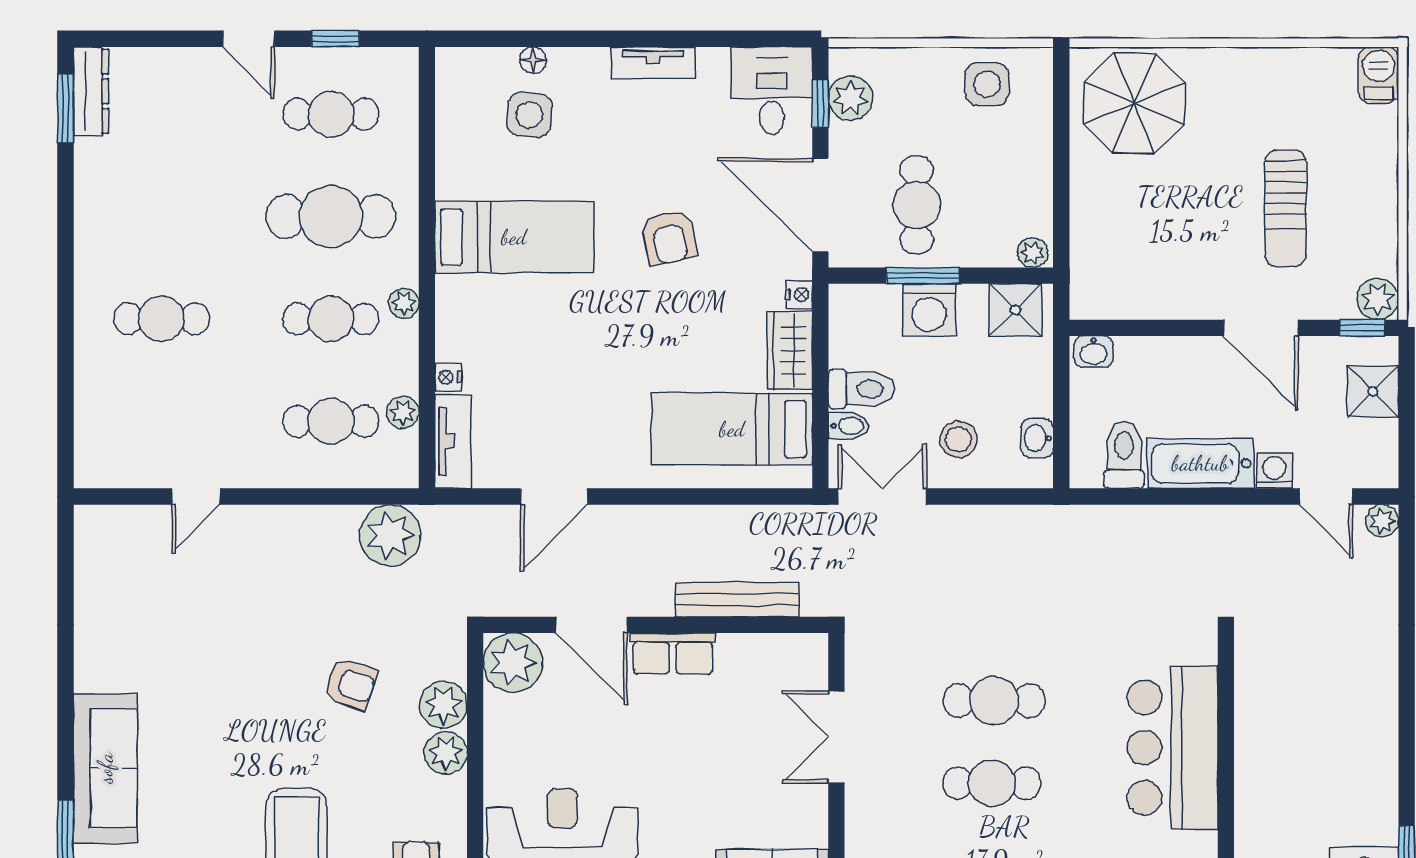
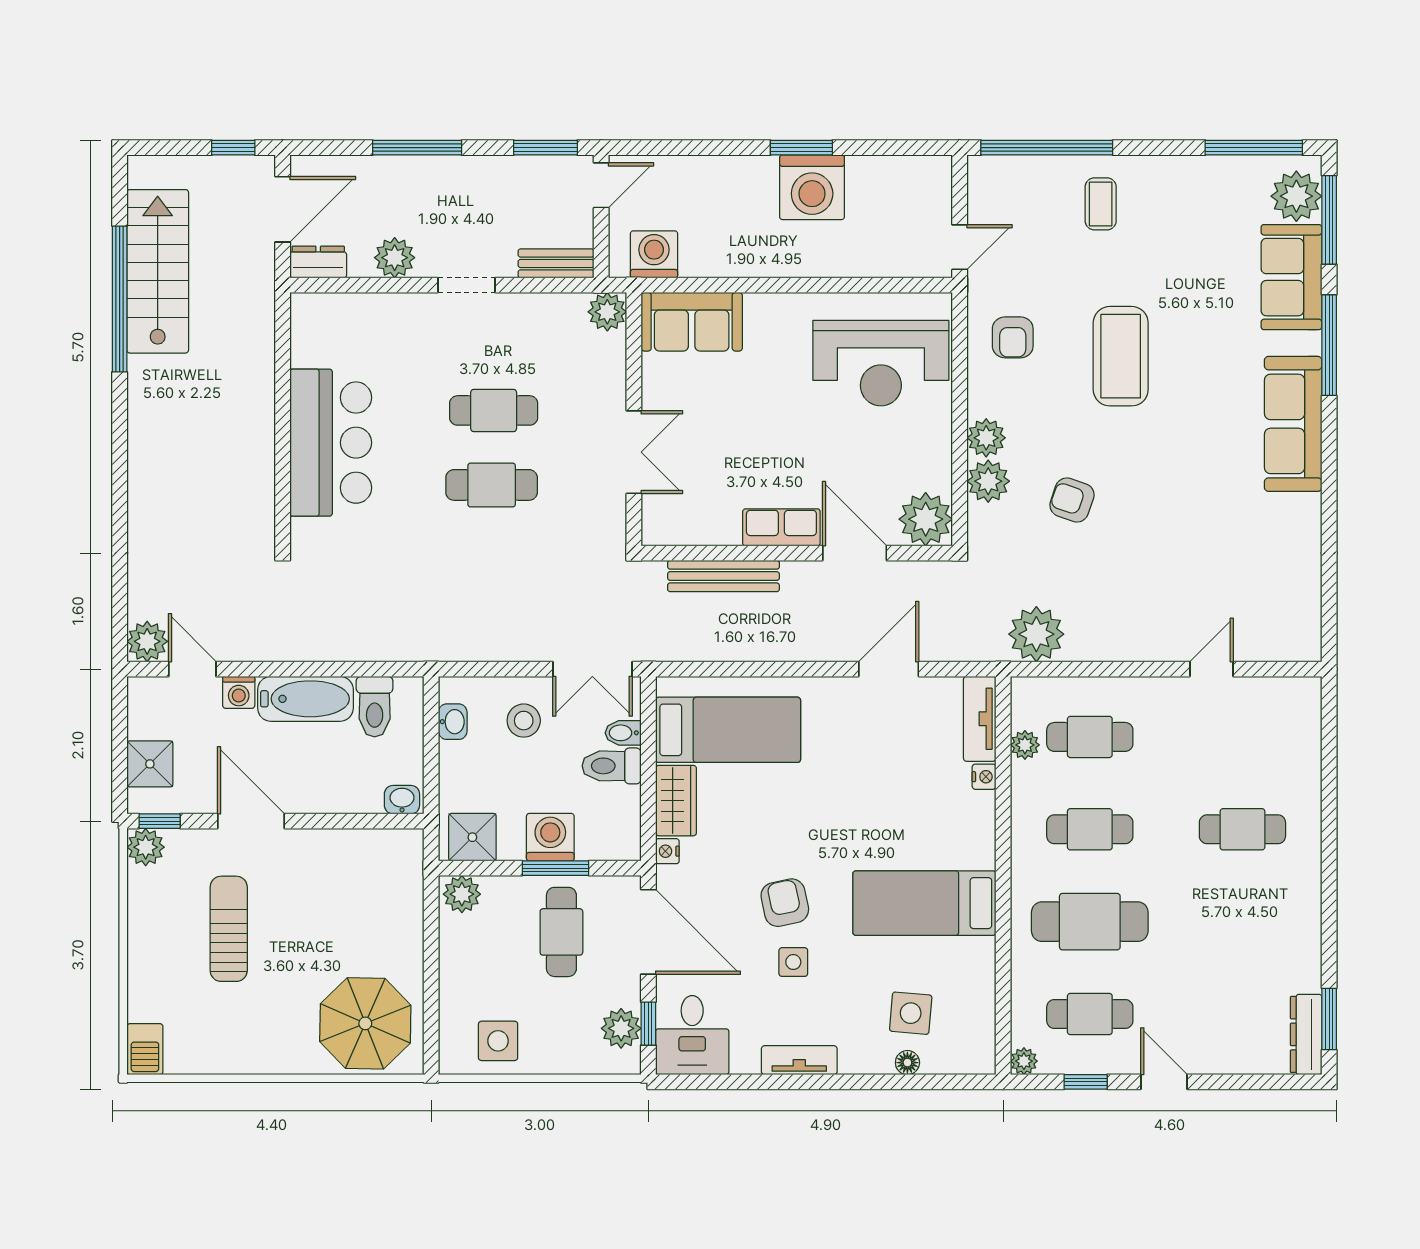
side table: (660, 172) -> (793, 962), added
plant: (1033, 253) -> (462, 894), width x1.38, depth x1.38
plant: (404, 303) -> (1024, 1061), moved
plant: (1382, 521) -> (147, 641), width x1.38, depth x1.38

